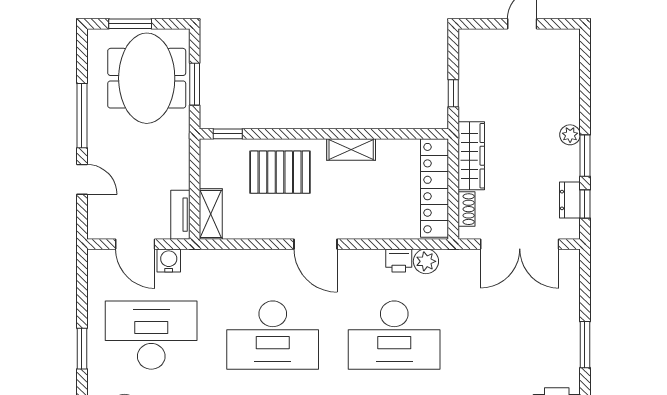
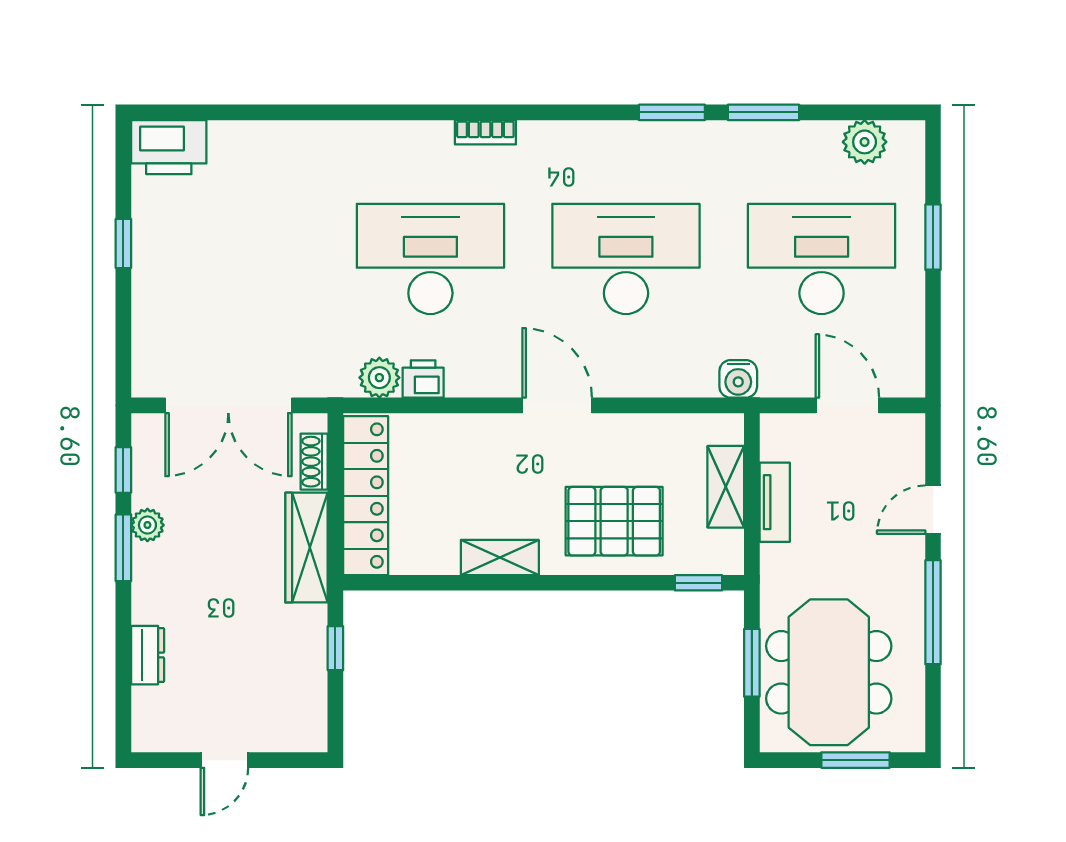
plant: (570, 135) -> (147, 525), moved
door: (82, 179) -> (933, 510), hinge flipped
dresser: (570, 200) -> (148, 655), moved
shelving: (211, 214) -> (726, 487), moved
tv unit: (180, 215) -> (775, 502), moved
double door: (520, 244) -> (228, 405), swing flipped
water cooler: (169, 261) -> (738, 379), moved
desk: (151, 335) -> (822, 259), turned 180
window: (585, 345) -> (123, 243), width x0.67

